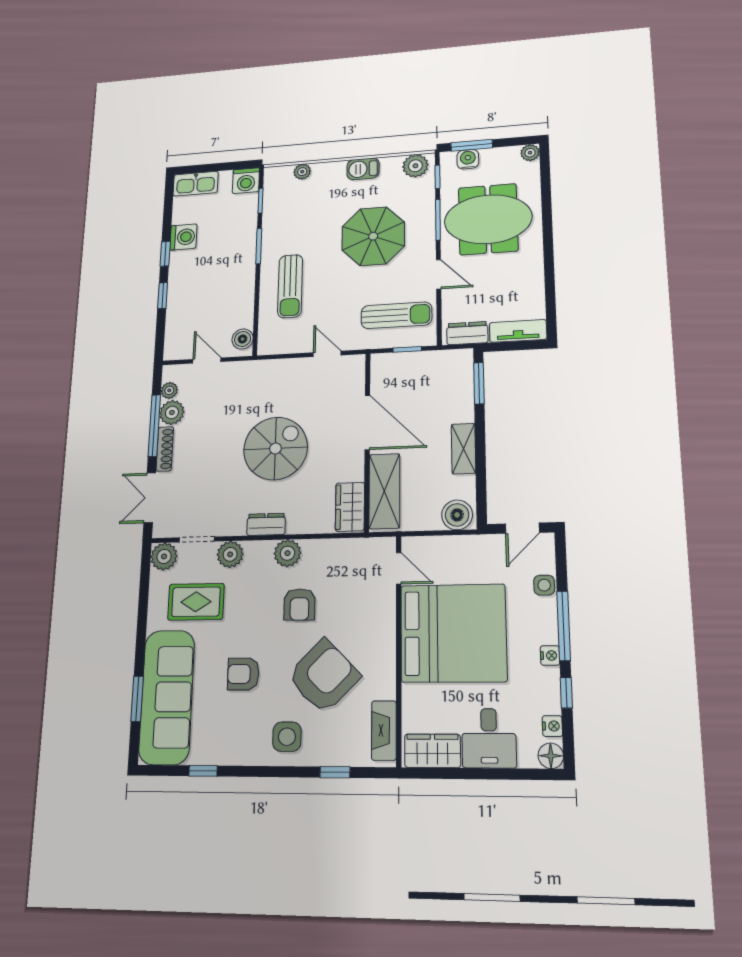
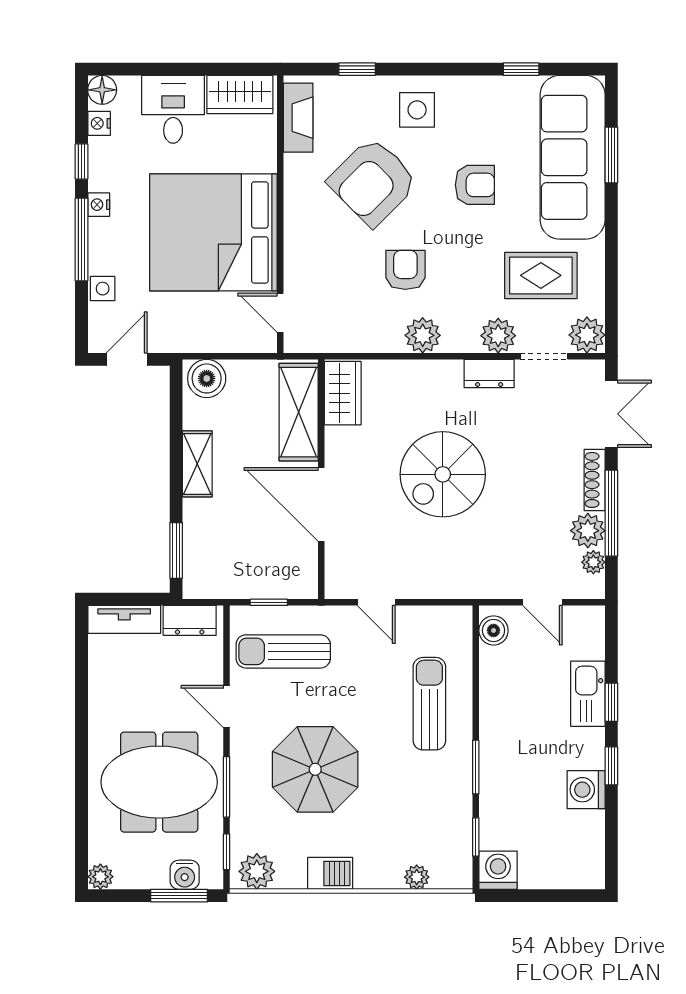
kitchen sink: (196, 184) -> (588, 694), moved, turned -90
dresser: (266, 524) -> (489, 373), moved

